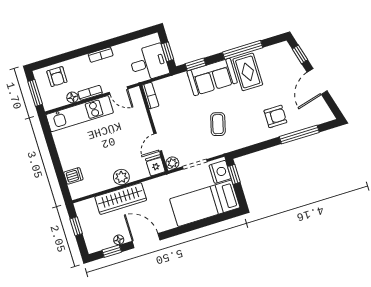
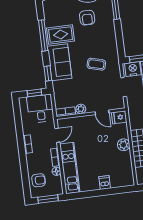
armchair: (275, 116) -> (87, 18), moved, turned 180
plant: (172, 163) -> (81, 109), moved
dishwasher: (73, 176) -> (105, 183), moved

